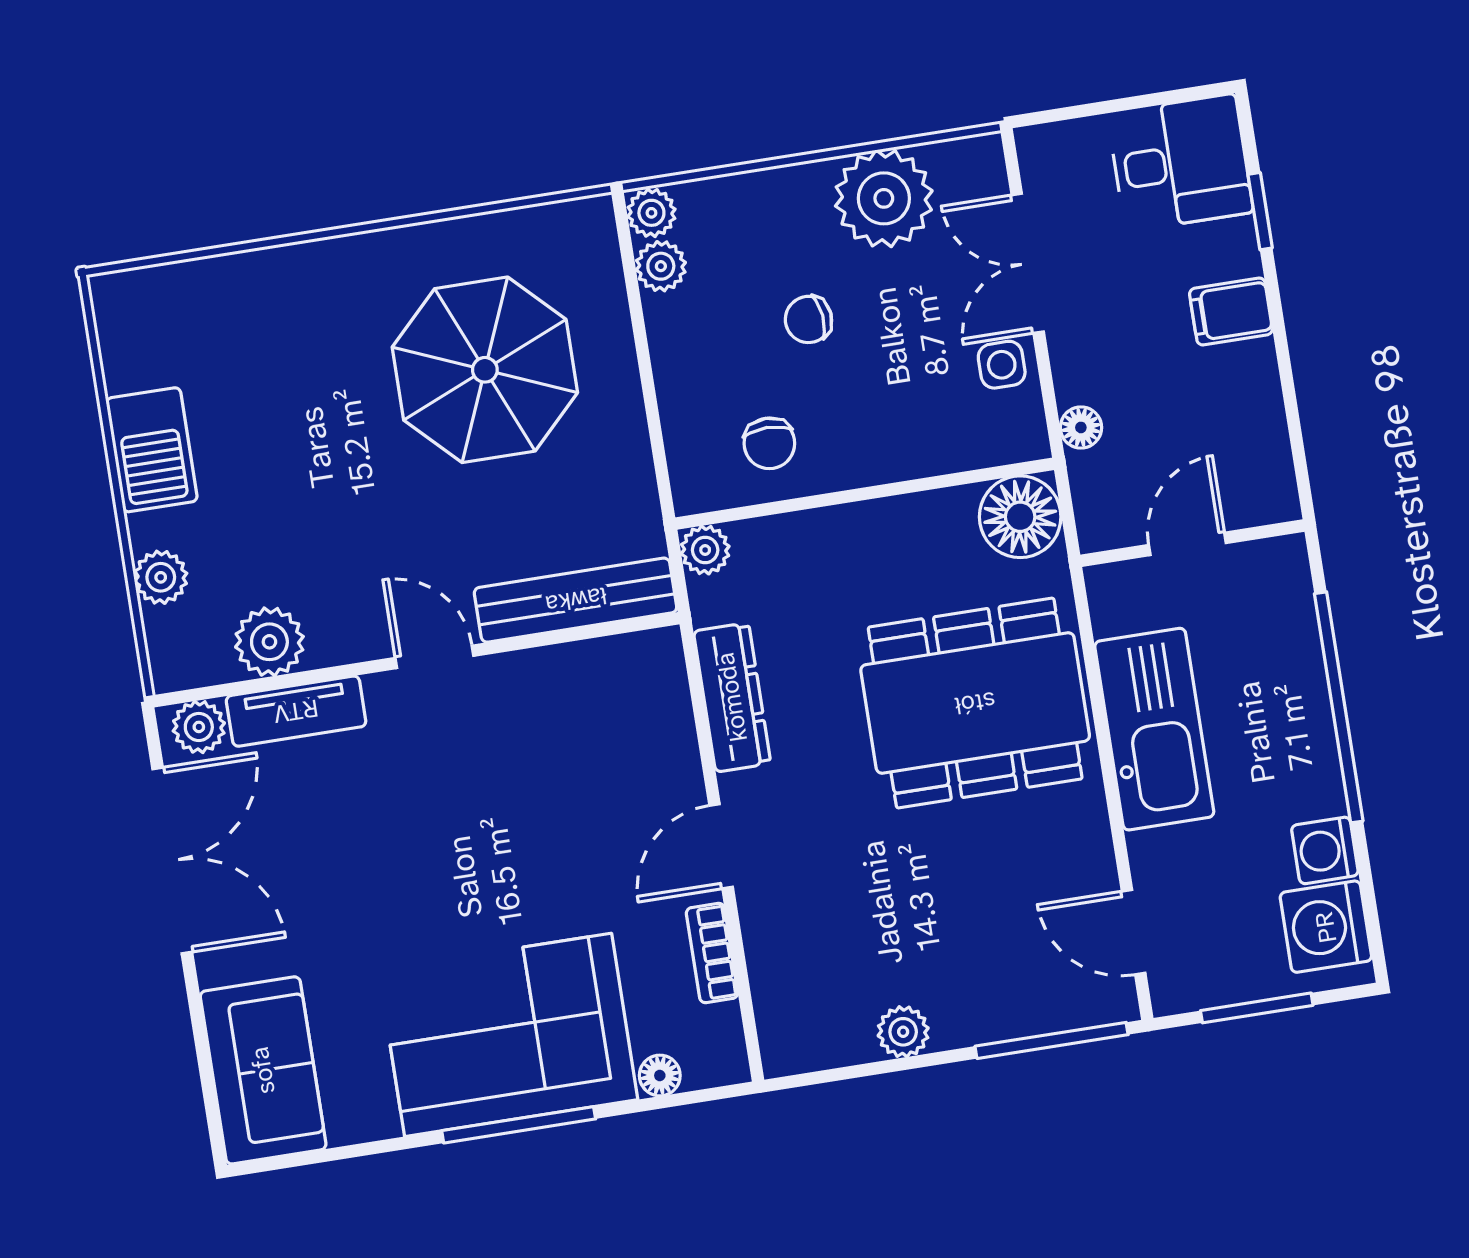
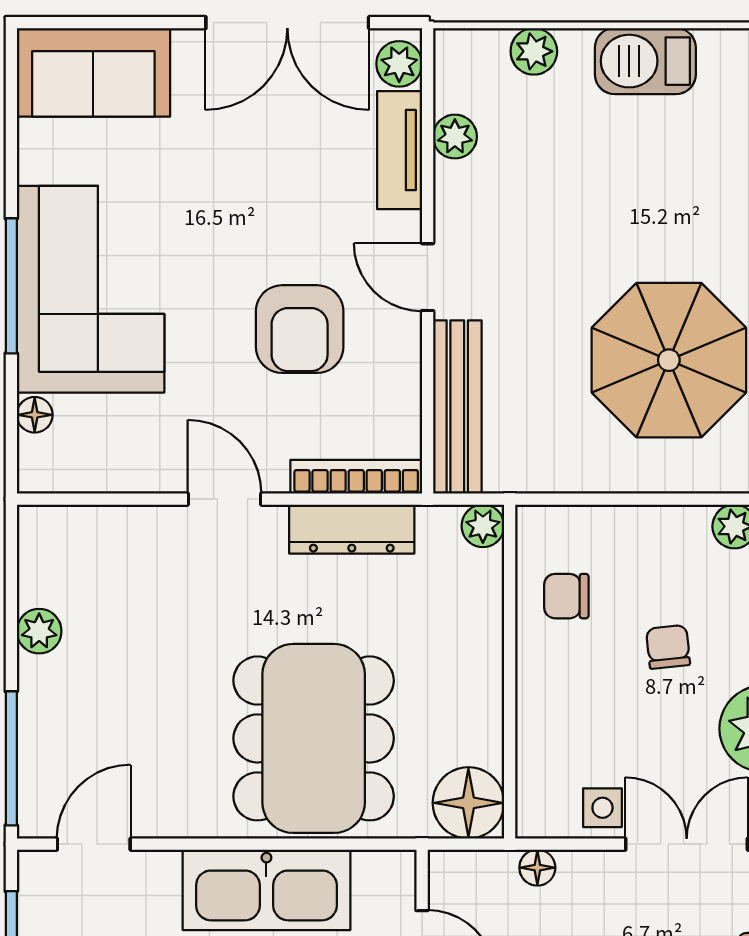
plant: (269, 642) -> (455, 137), width x0.73, depth x0.73
door: (434, 657) -> (428, 277), swing flipped
armchair: (516, 792) -> (300, 329), added
bookcase: (712, 953) -> (356, 477), moved, width x1.56

